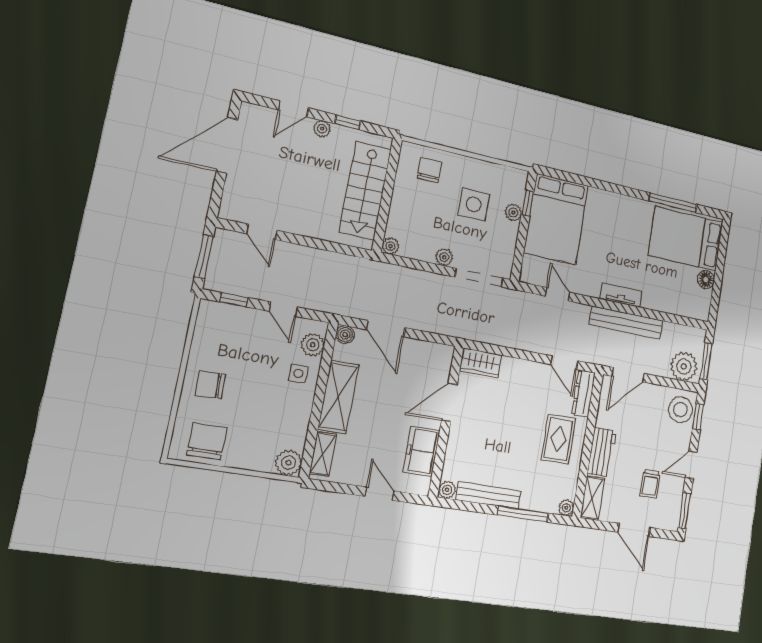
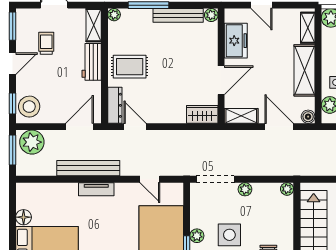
shelving: (432, 352) -> (241, 116), added
rug: (558, 439) -> (130, 67), turned 90

